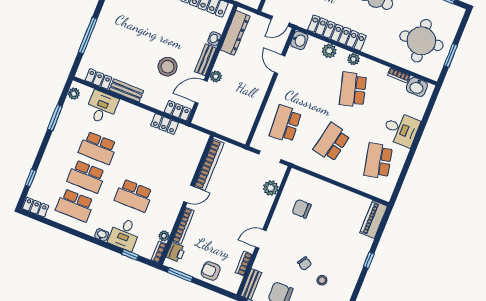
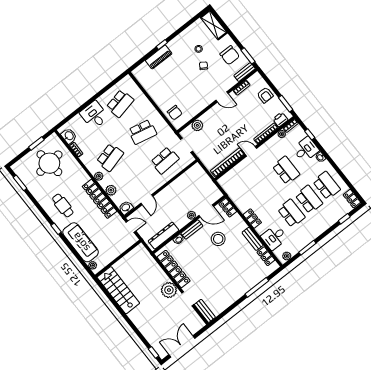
locker: (165, 124) -> (252, 219), moved
chair: (302, 209) -> (175, 113), moved
piano: (374, 219) -> (159, 57), moved

